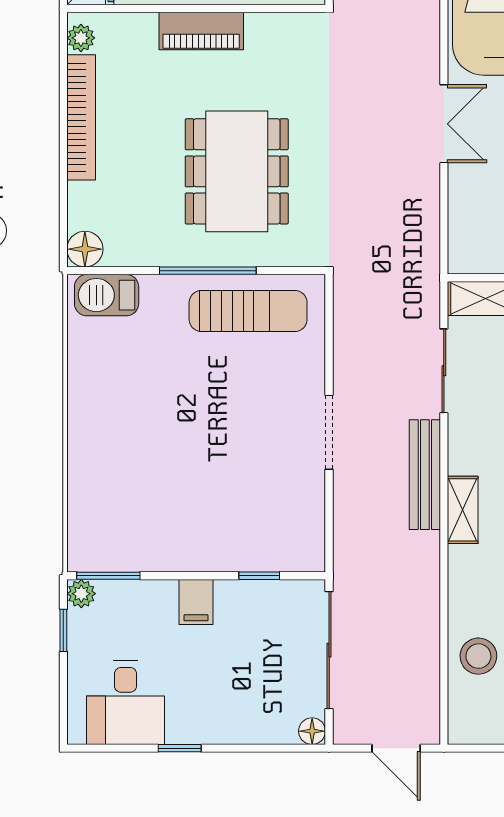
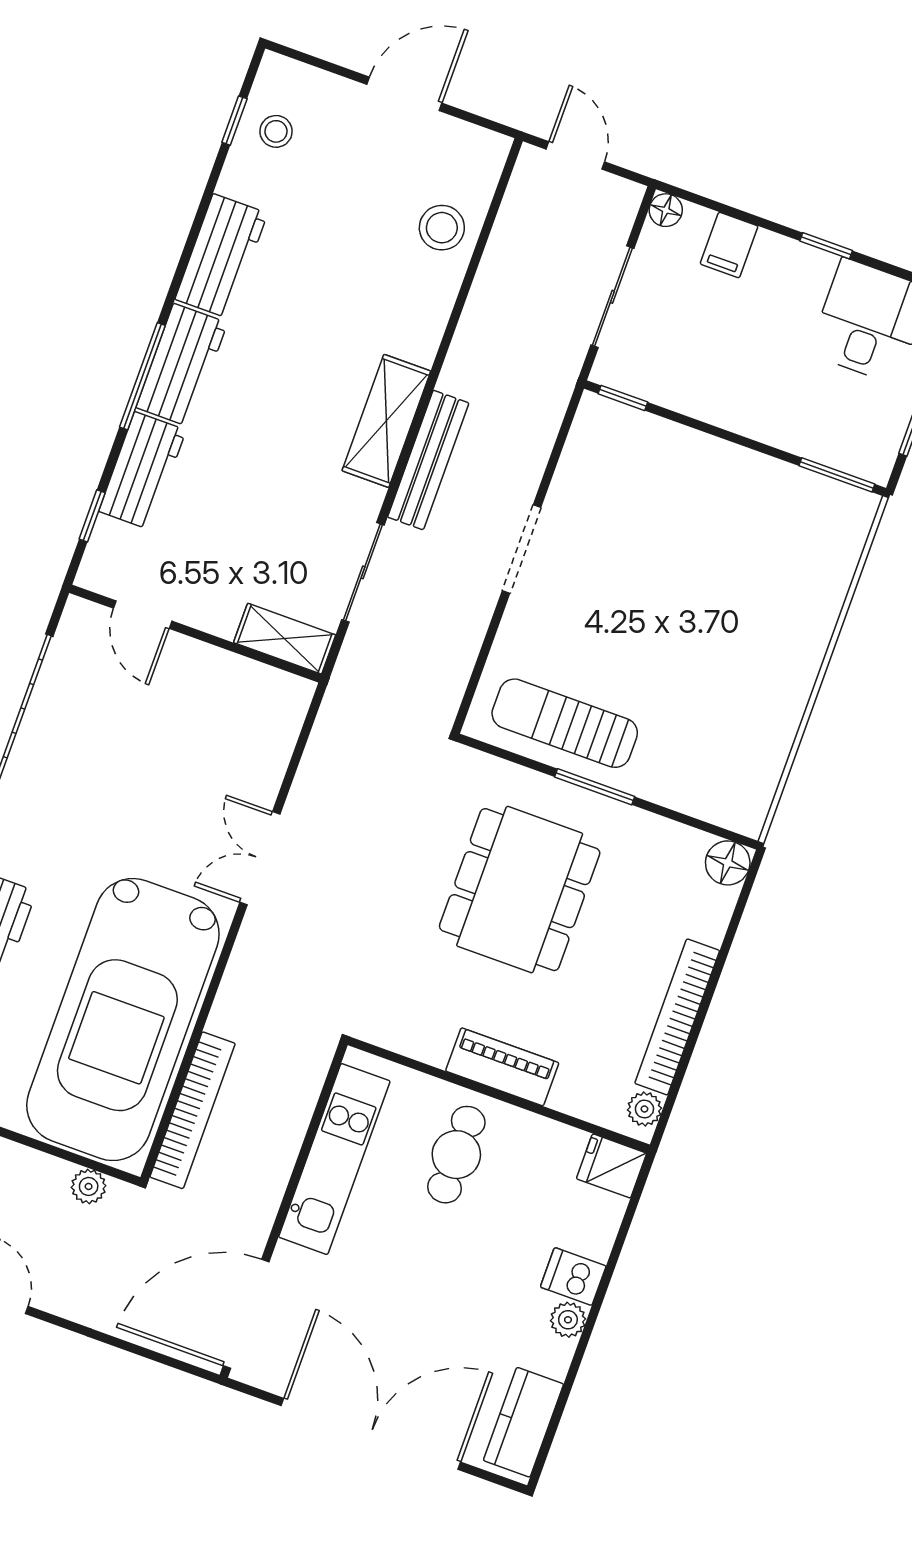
window: (208, 271) -> (595, 787), width x0.69
barbecue: (107, 295) -> (722, 801), removed
shelving: (463, 510) -> (386, 421), width x1.50, depth x1.33
window: (259, 576) -> (623, 398), moved
plant: (81, 594) -> (876, 465), removed
filing cabinet: (196, 602) -> (729, 245), moved, turned 180
sliding door: (329, 650) -> (612, 297), width x0.73

